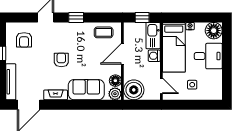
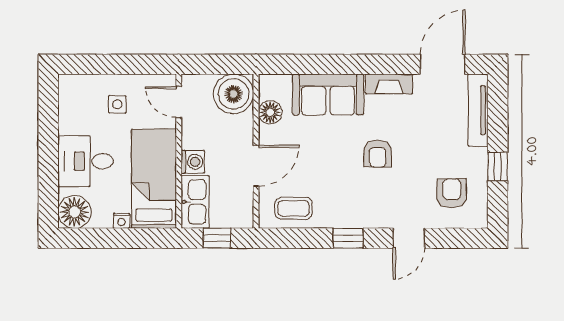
plant: (115, 94) -> (271, 86), removed

